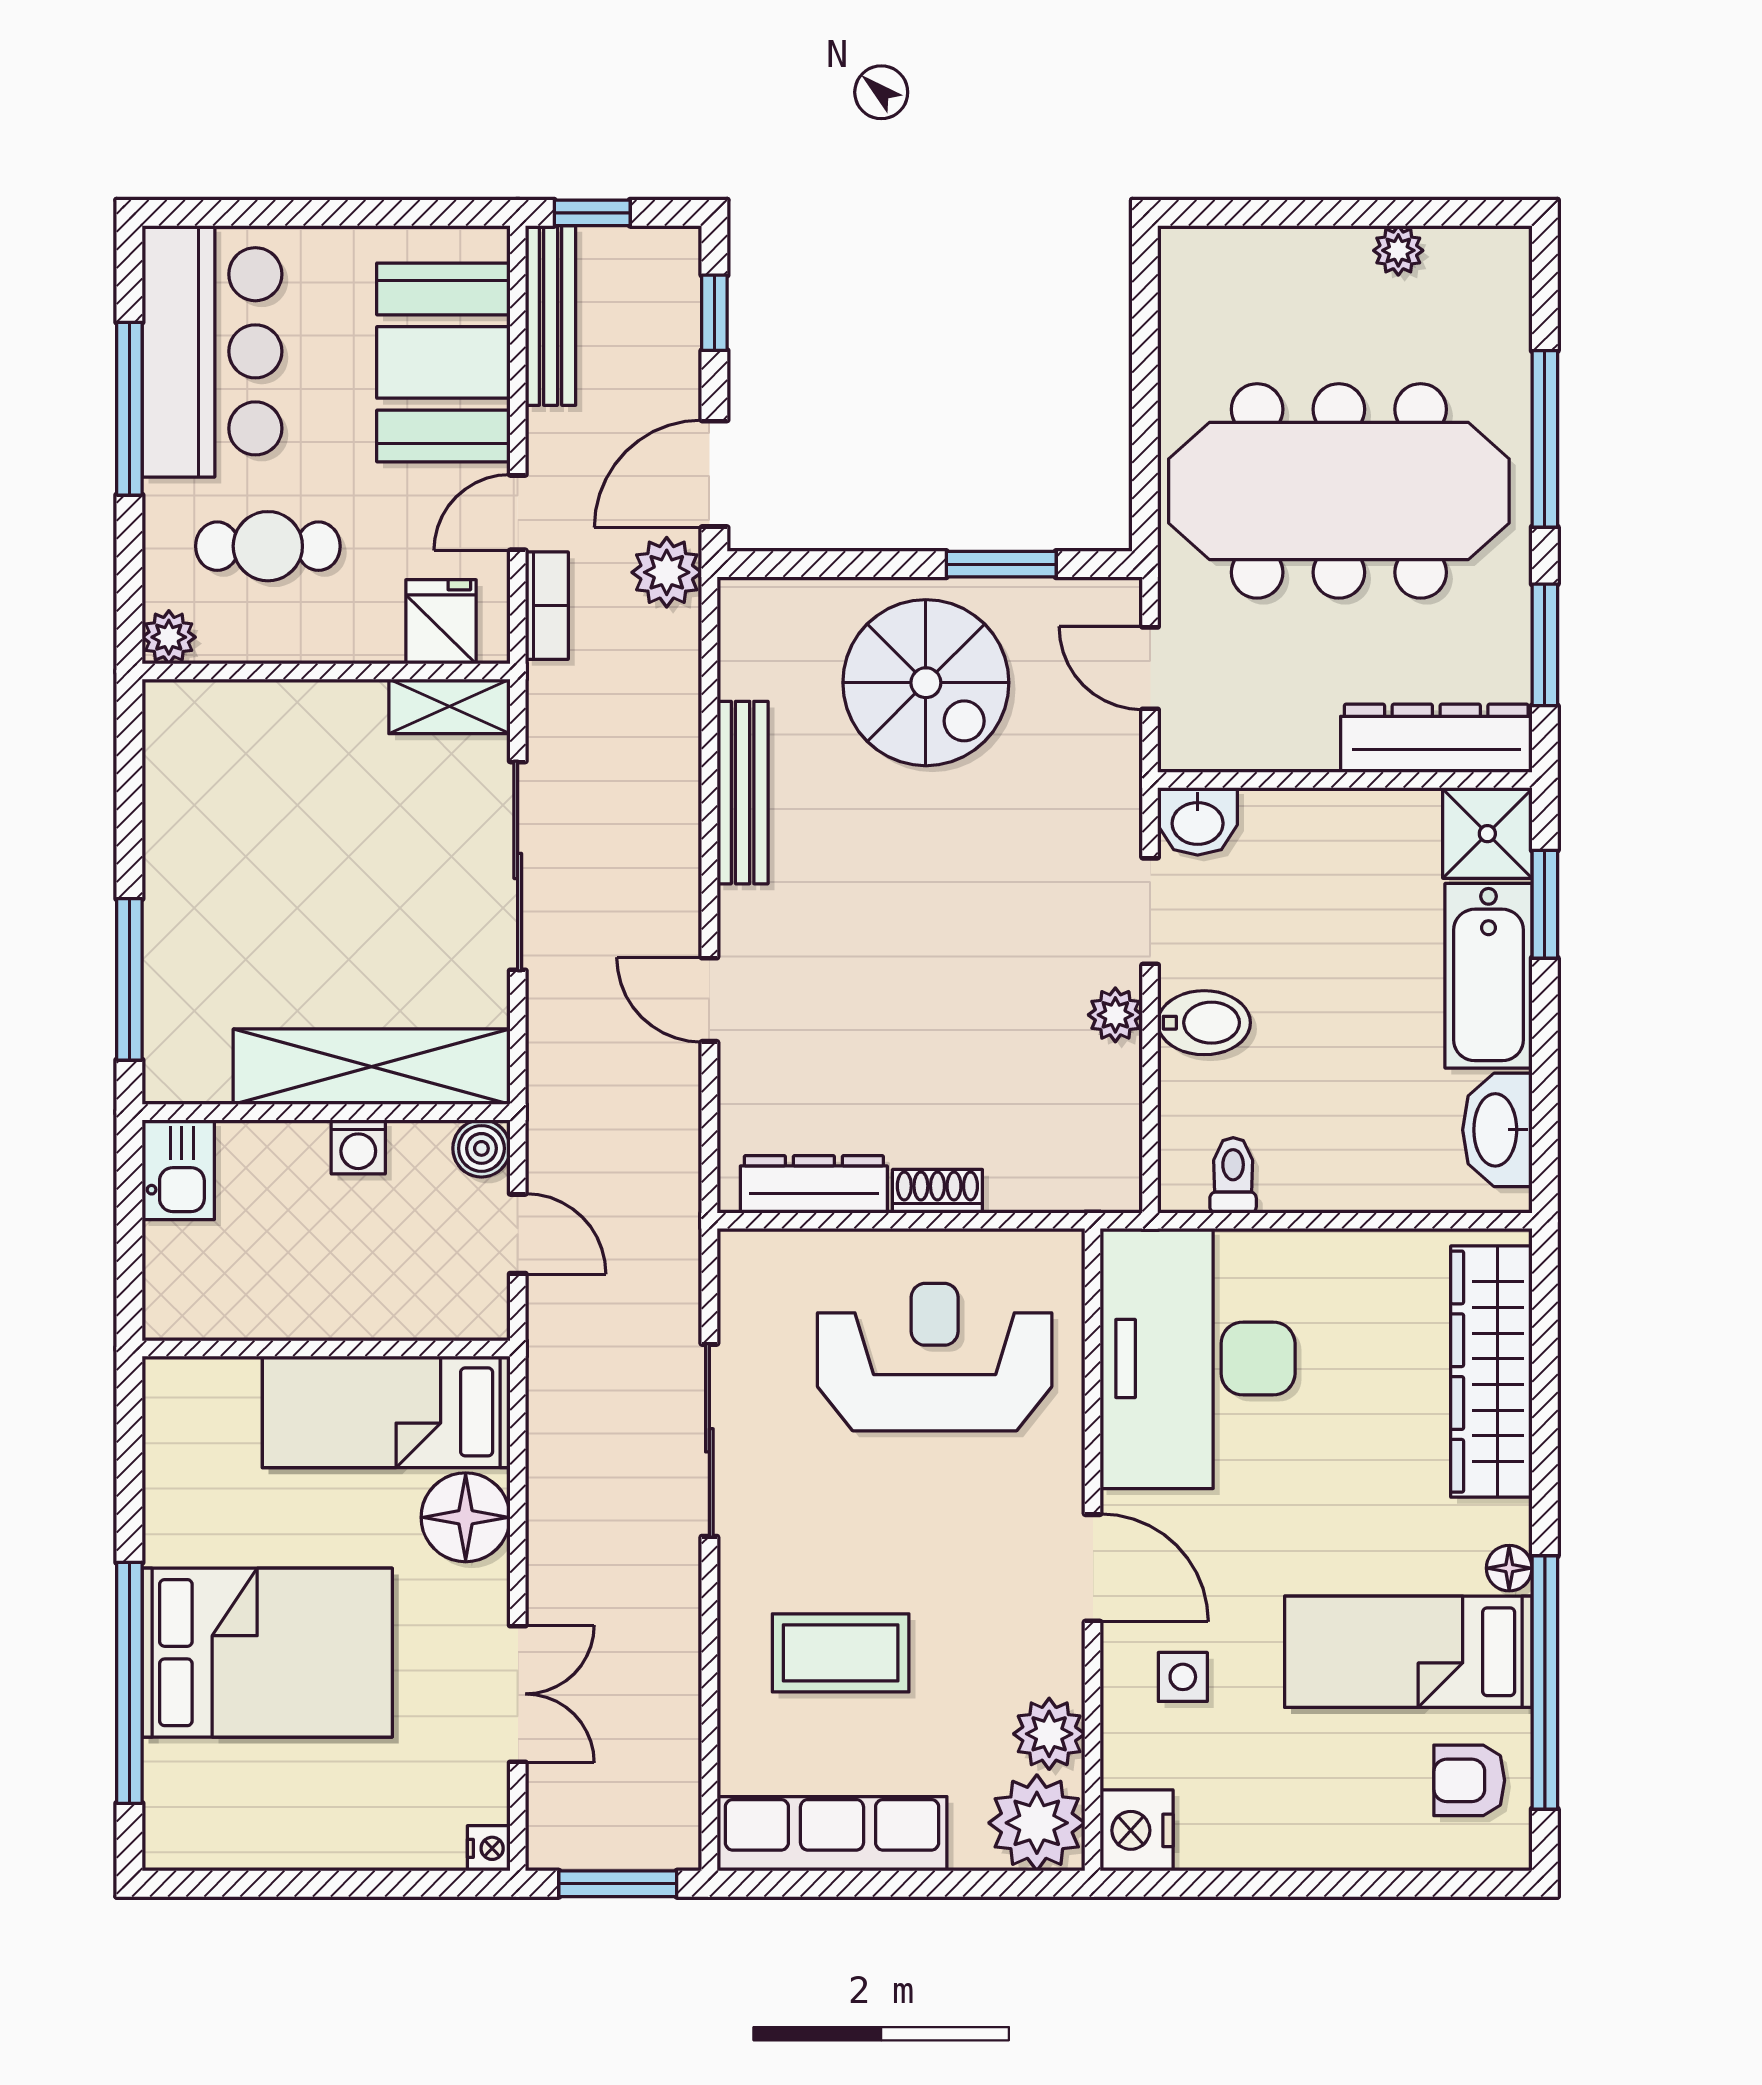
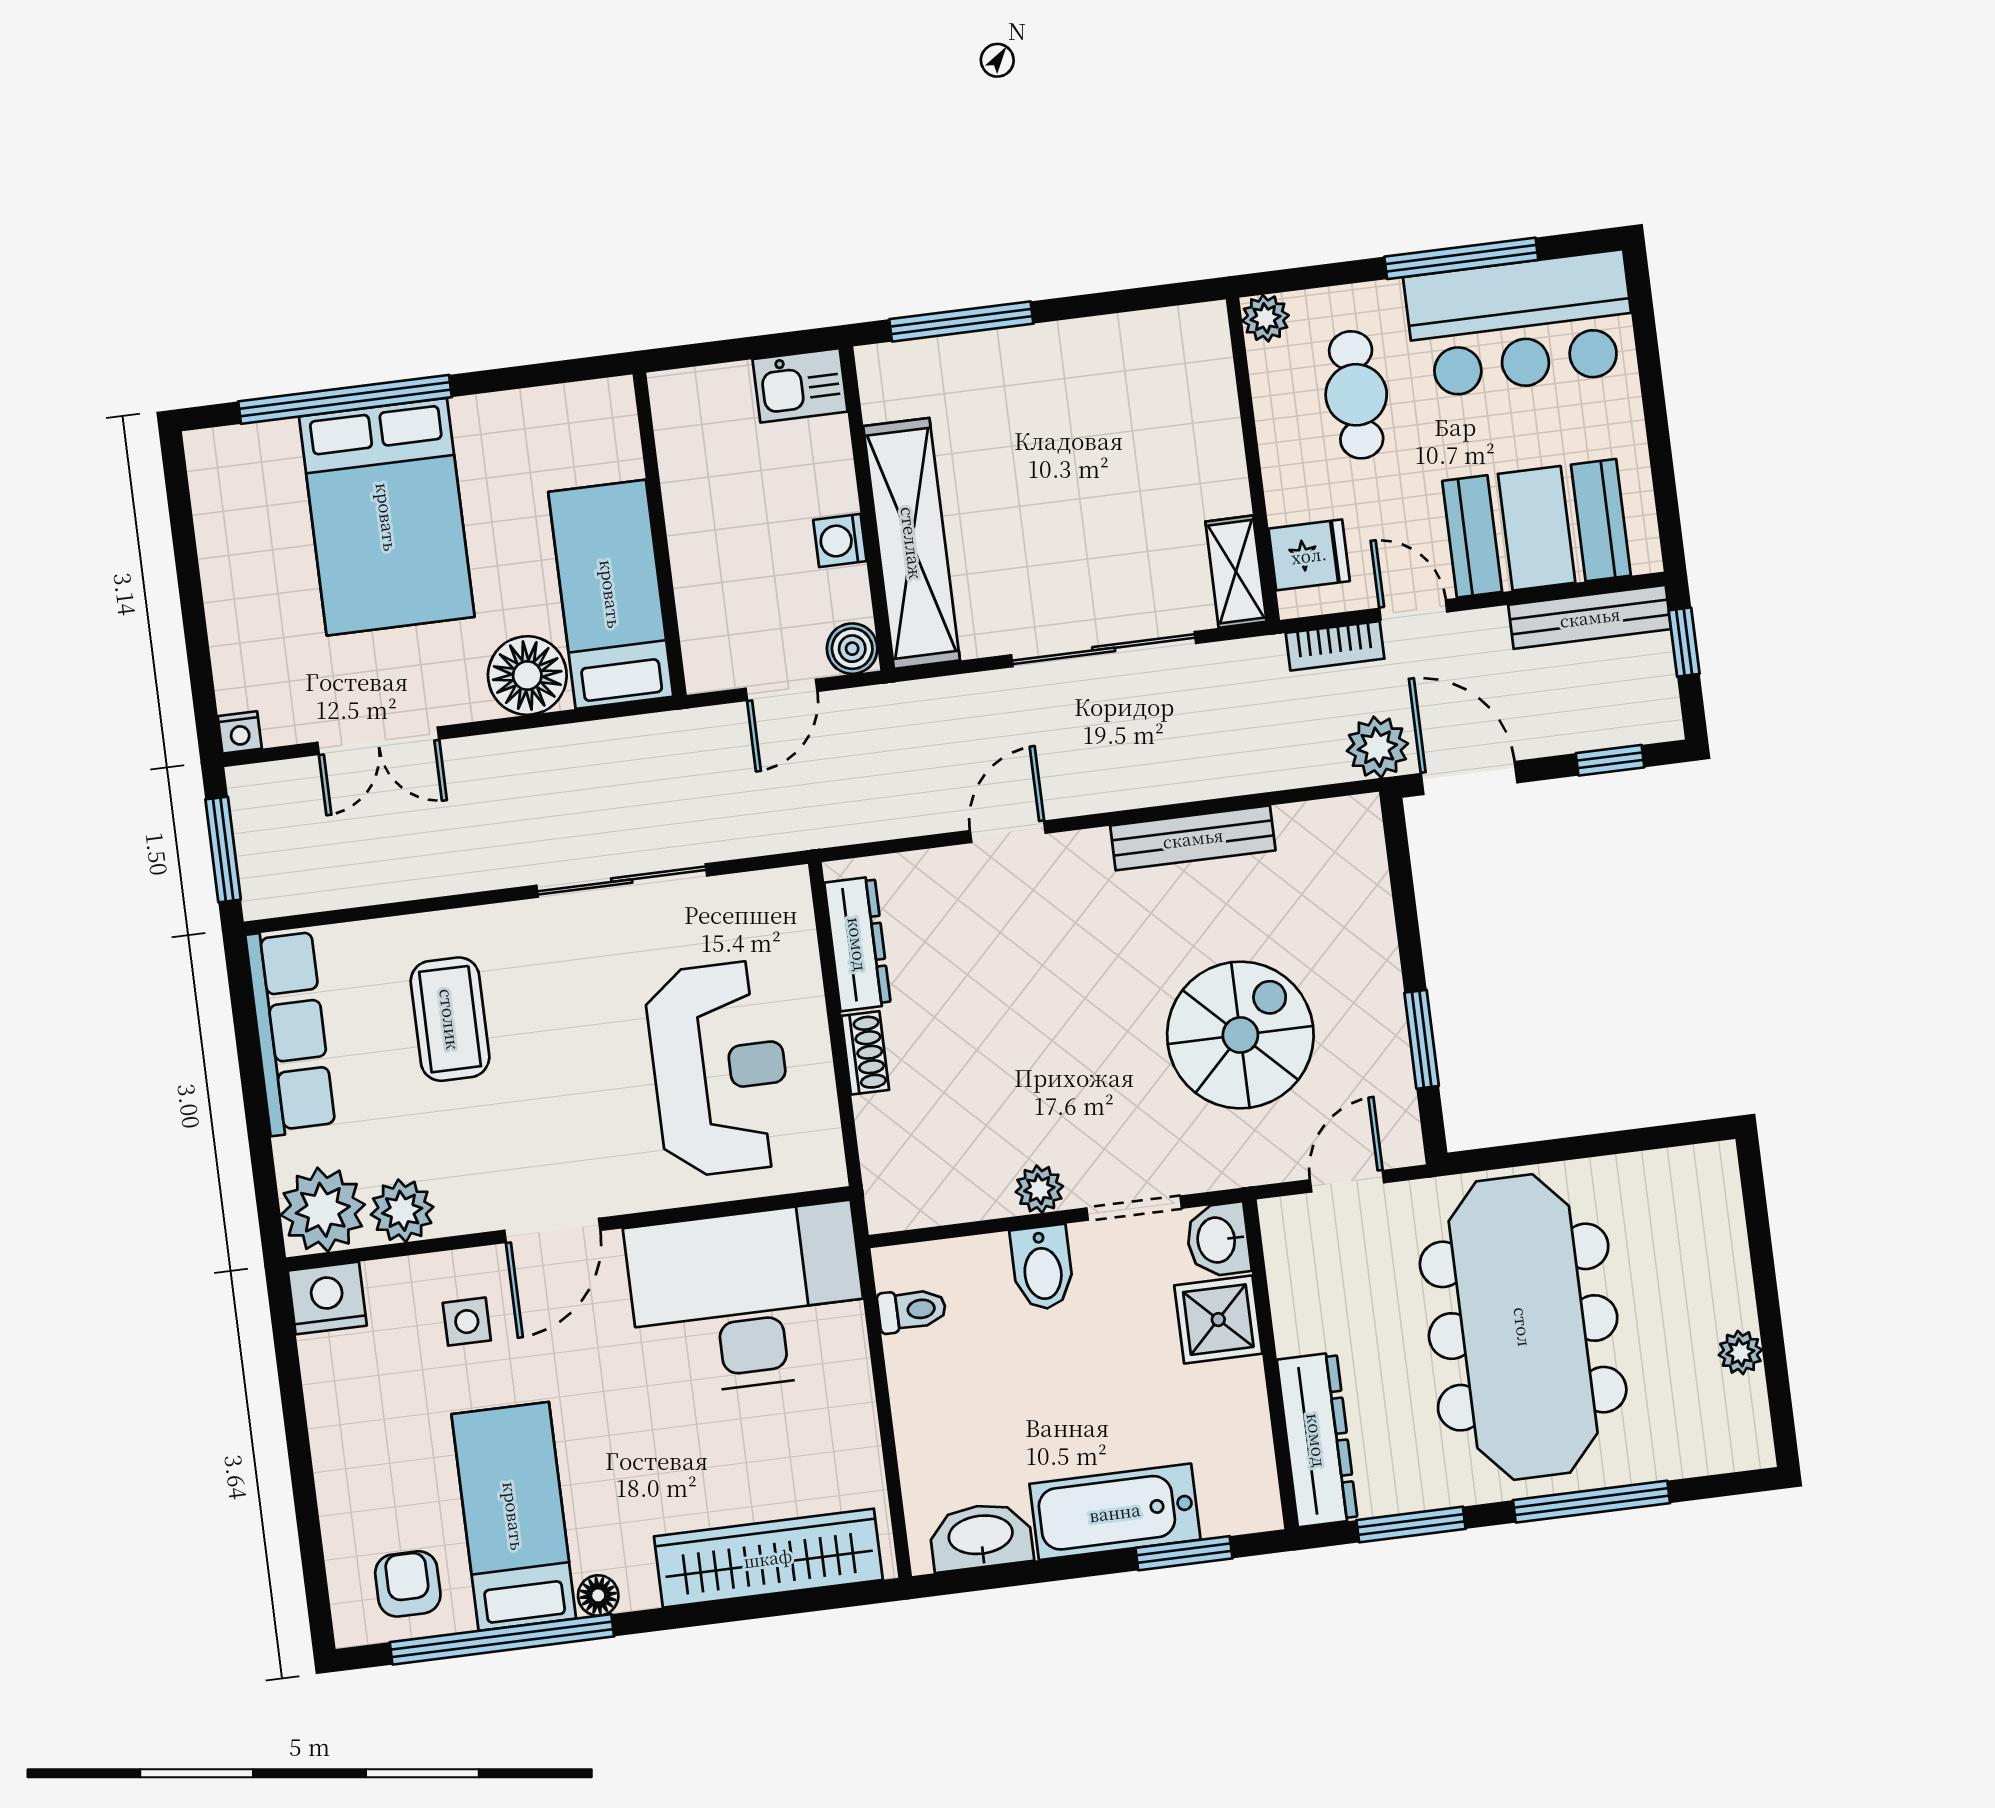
spiral stairs: (926, 683) -> (1240, 1035), moved, turned 180
shower: (1487, 834) -> (1218, 1320), moved

